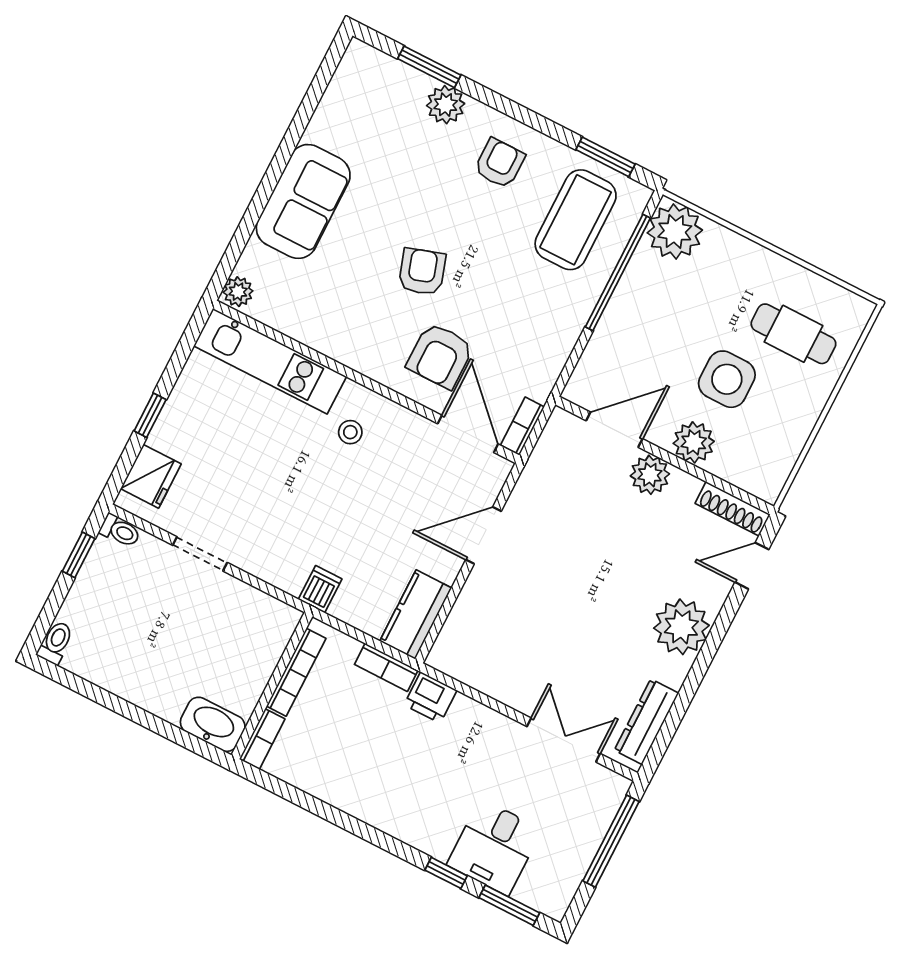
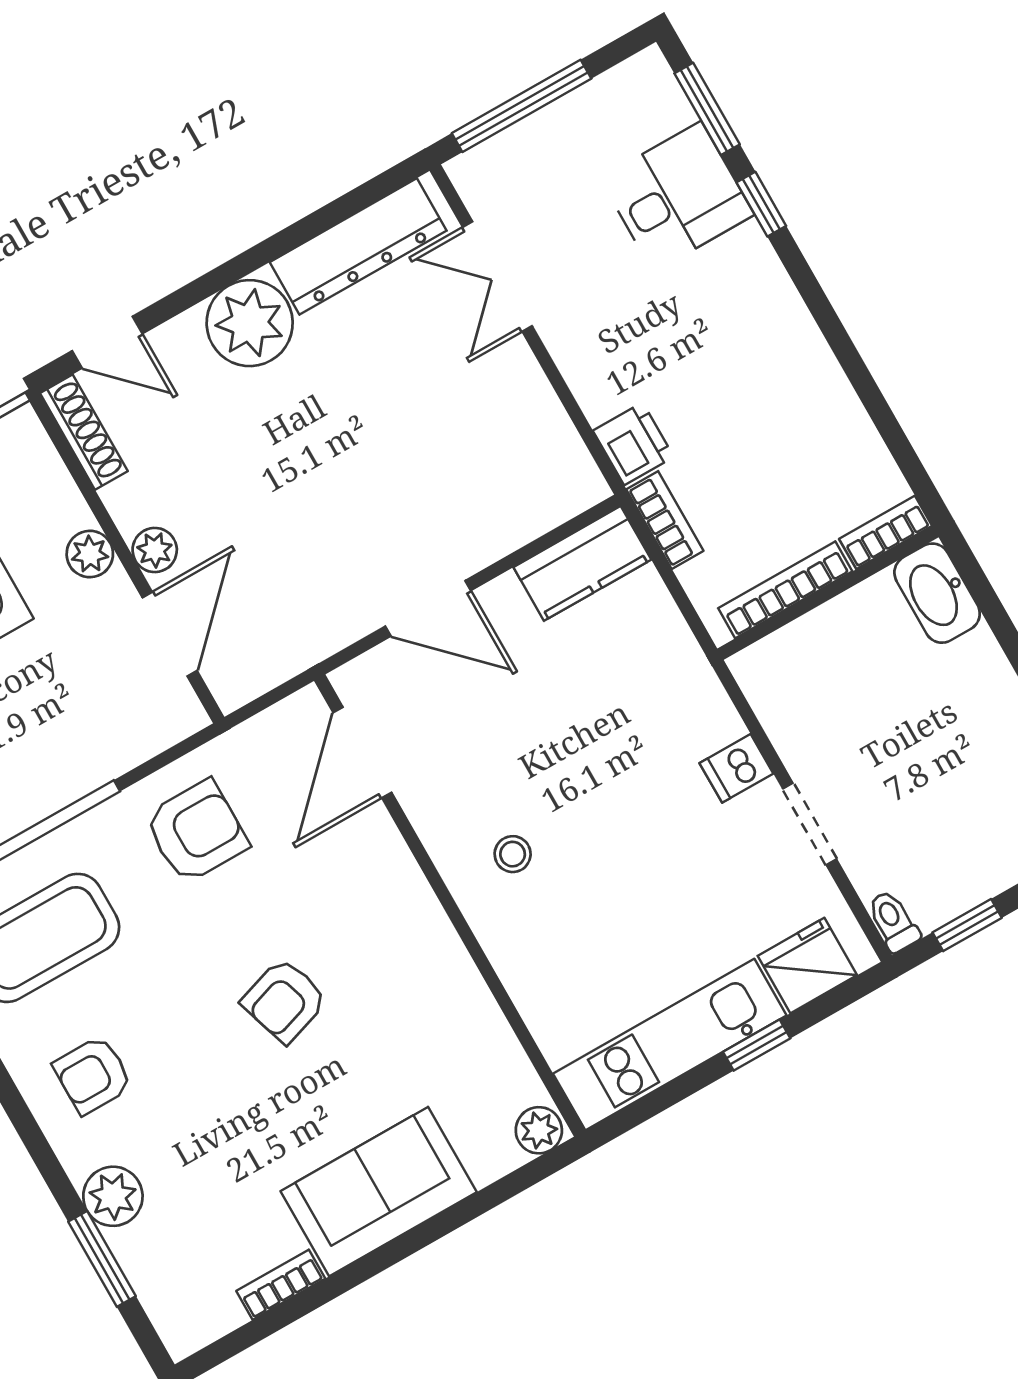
armchair: (440, 356) -> (196, 832), moved
kitchen unit: (270, 361) -> (670, 1045), moved, turned -90
bookcase: (522, 426) -> (281, 1285), moved, turned 180
door: (614, 430) -> (170, 634), swing flipped
plant: (694, 442) -> (90, 554), width x0.73, depth x0.73
plant: (650, 475) -> (155, 550), width x0.73, depth x0.73
dishwasher: (320, 589) -> (736, 768), moved
dresser: (646, 722) -> (358, 246), width x1.37, depth x1.24

